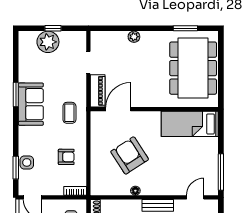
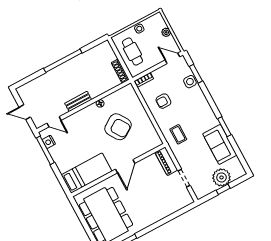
plant: (134, 37) -> (161, 215), removed
sofa: (31, 104) -> (220, 144), moved
door: (118, 109) -> (125, 166), moved
nightstand: (212, 179) -> (49, 142), added
door: (195, 197) -> (54, 122), hinge flipped

